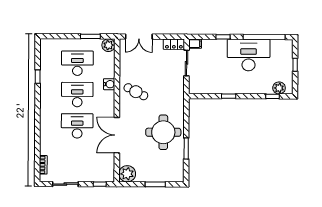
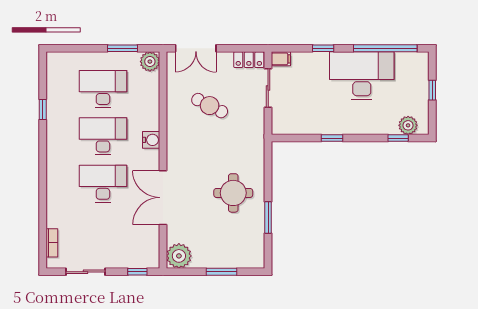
water cooler: (109, 84) -> (151, 140), moved
cafe table: (136, 92) -> (210, 106), moved
round table: (163, 132) -> (233, 193), width x0.73, depth x0.73

